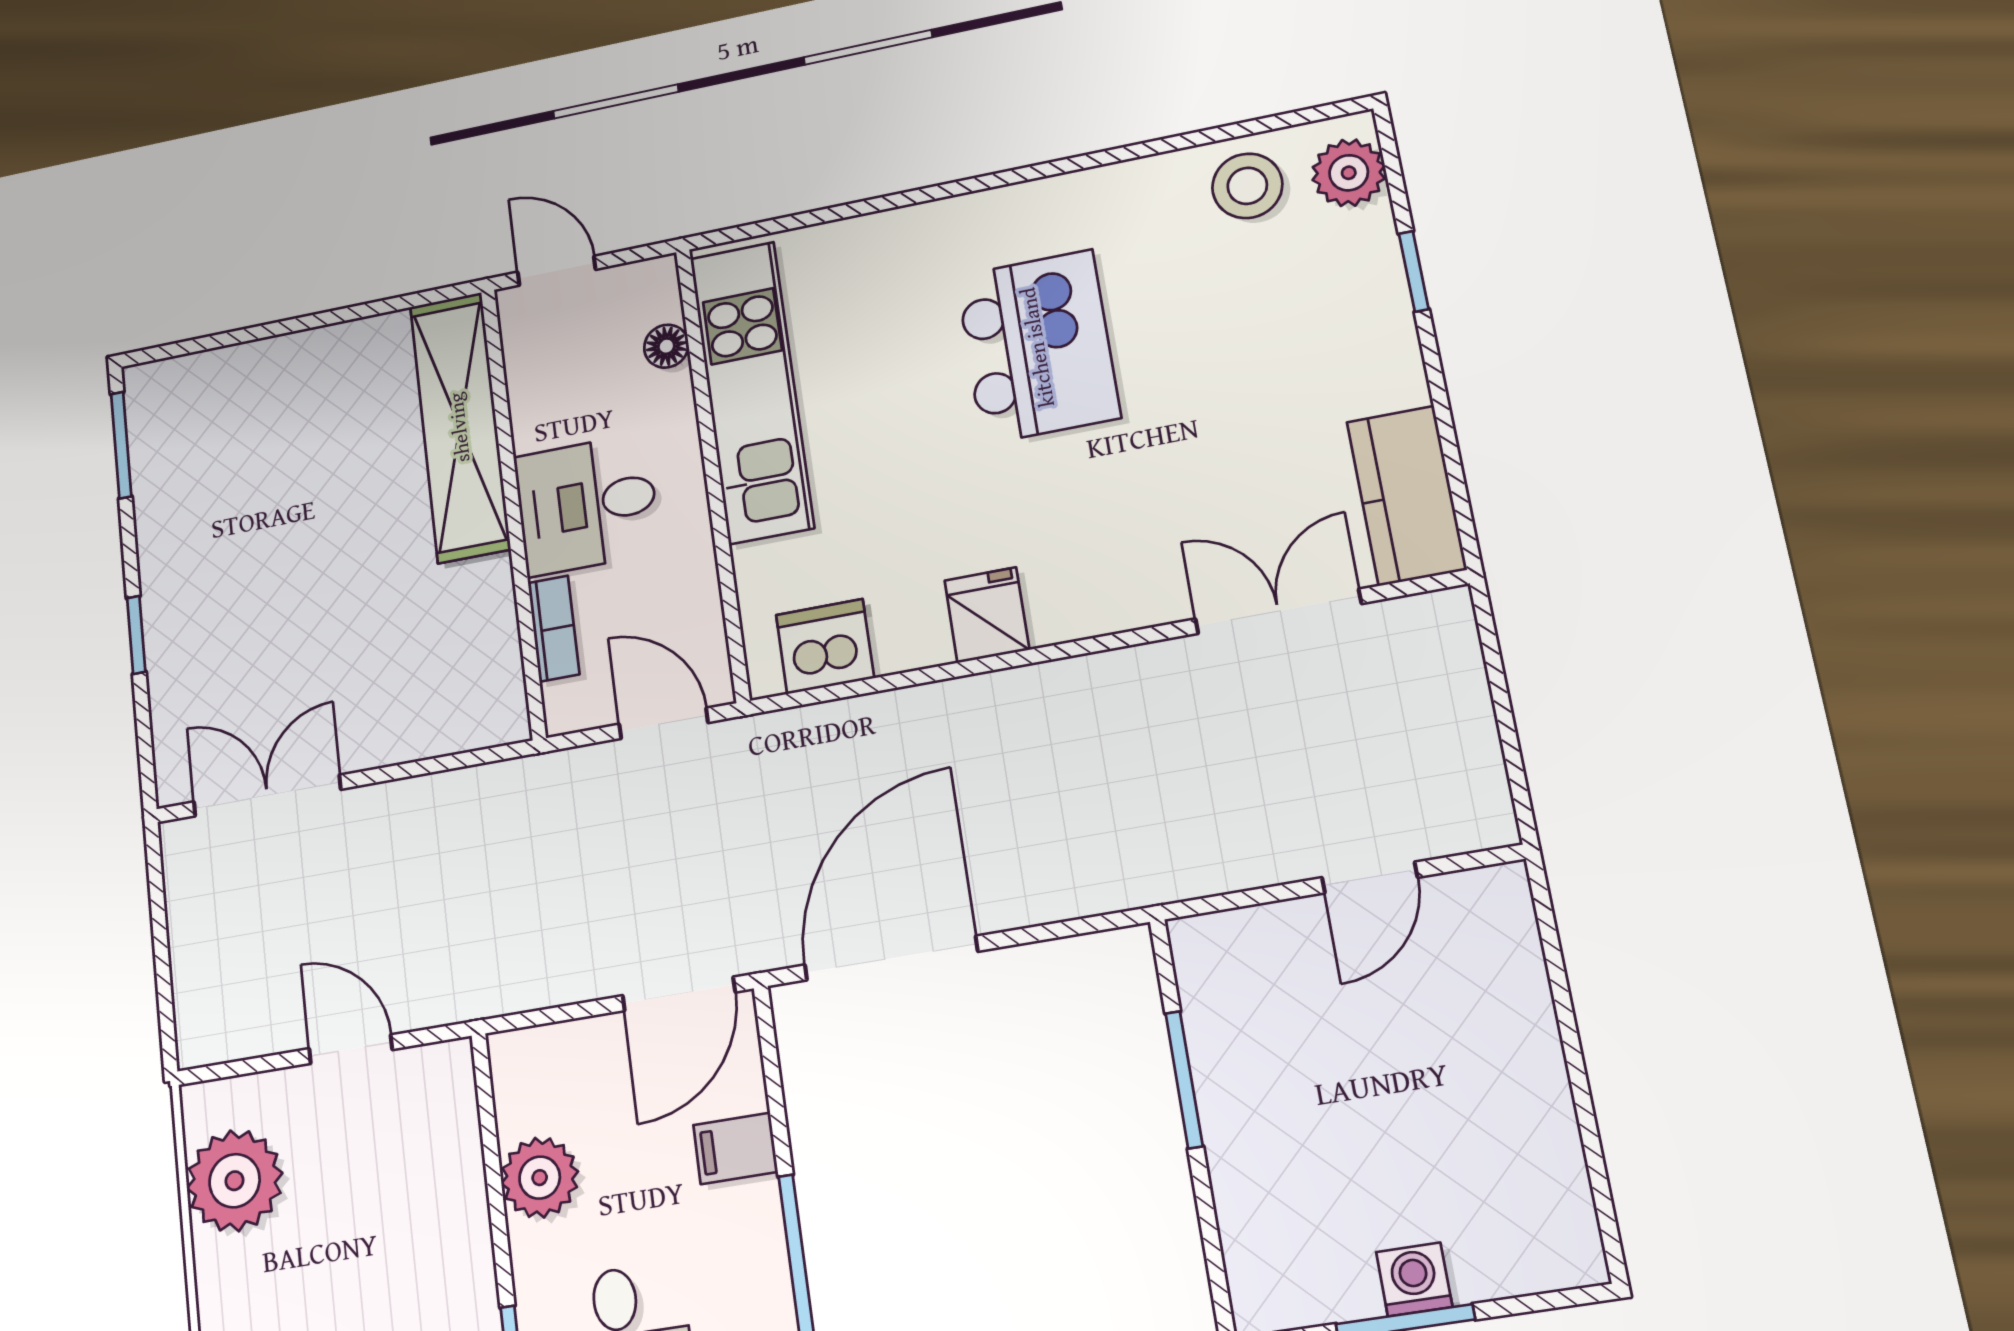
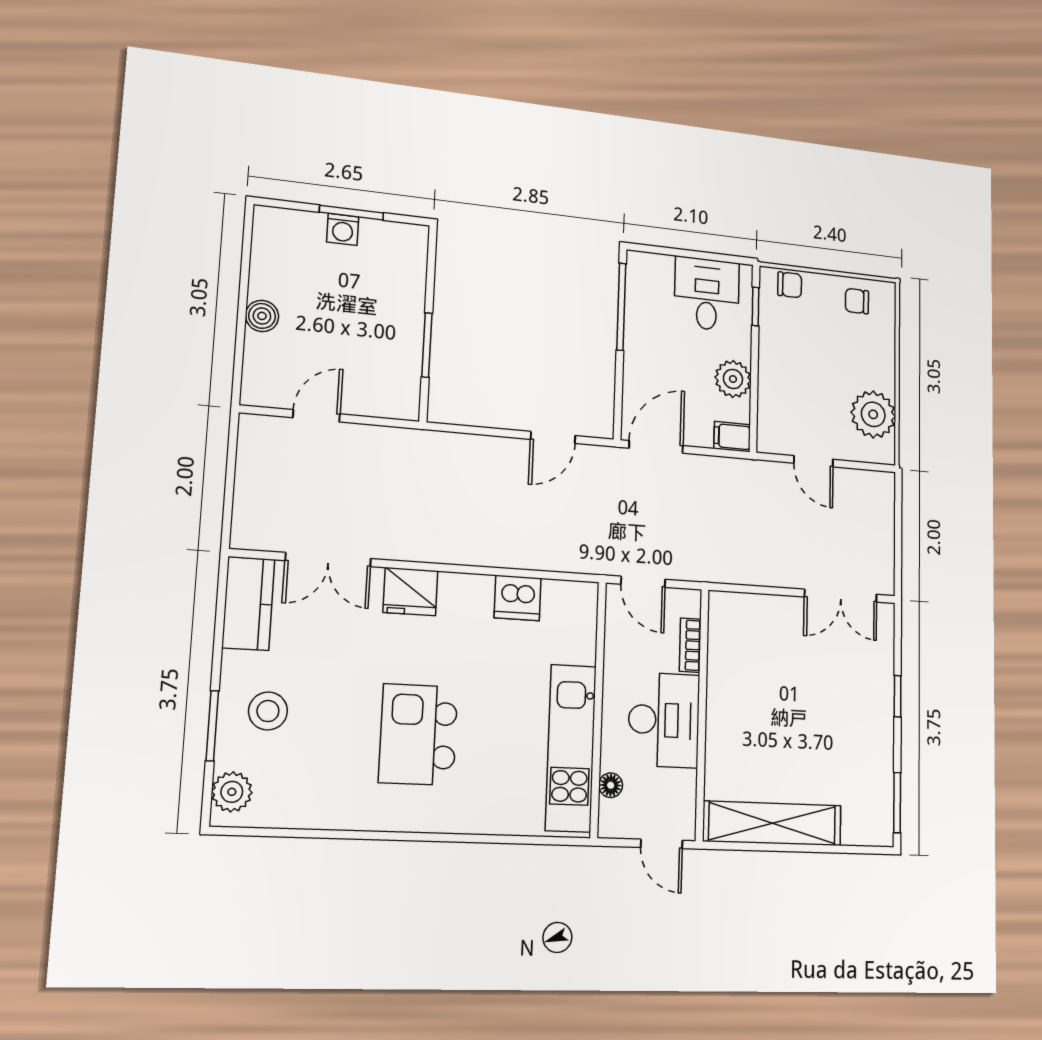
stool: (1247, 186) -> (268, 711), moved
window: (1414, 271) -> (212, 726), width x1.50
shelving: (460, 427) -> (772, 823), moved, turned 90
desk: (587, 505) -> (664, 720), width x1.37
fridge: (987, 615) -> (410, 592), moved, width x1.38
dishwasher: (825, 646) -> (518, 598), moved
door: (891, 958) -> (553, 437), width x0.53
boiler: (1530, 1050) -> (262, 316), added
filing cabinet: (735, 1148) -> (732, 437), moved, turned 180

